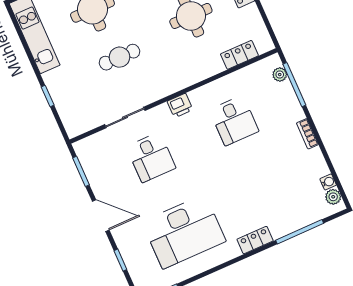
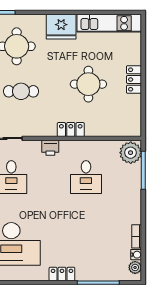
locker: (239, 55) -> (71, 130), moved
plant: (280, 75) -> (131, 153), width x1.87, depth x1.87
bookcase: (307, 134) -> (137, 236), moved

